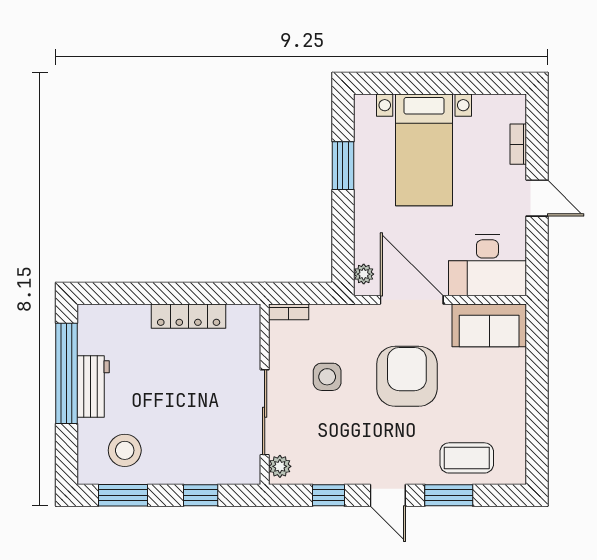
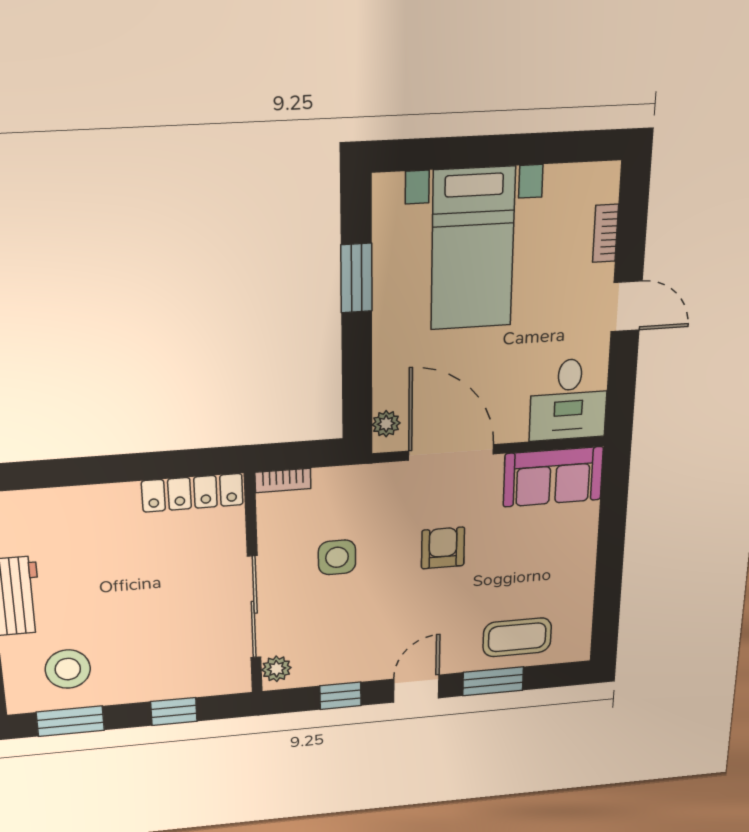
desk: (487, 265) -> (569, 400), width x0.73
locker: (189, 316) -> (192, 493), moved
armchair: (407, 376) -> (443, 548), width x0.53, depth x0.53
door: (388, 495) -> (416, 689), swing flipped

